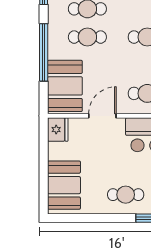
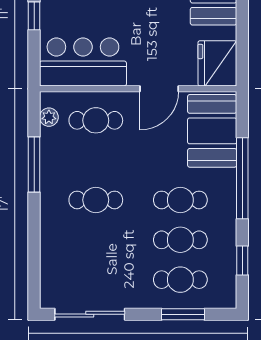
fridge: (58, 130) -> (217, 63), width x1.36, depth x1.34

